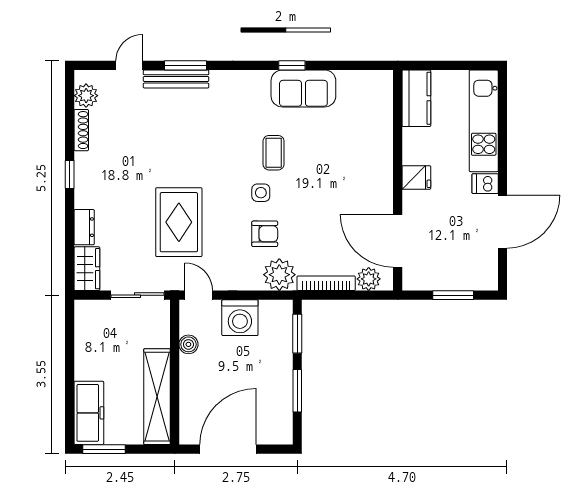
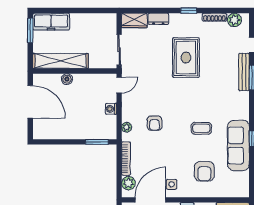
sofa: (303, 88) -> (238, 145), width x1.36
armchair: (348, 148) -> (204, 171), added
side table: (261, 193) -> (172, 184), moved
rug: (179, 222) -> (186, 58), moved, turned 90
plant: (279, 275) -> (127, 127), width x0.53, depth x0.53
washing machine: (240, 318) -> (111, 109), width x0.53, depth x0.53
boiler: (188, 344) -> (67, 79), moved
window: (297, 391) -> (64, 142), removed

